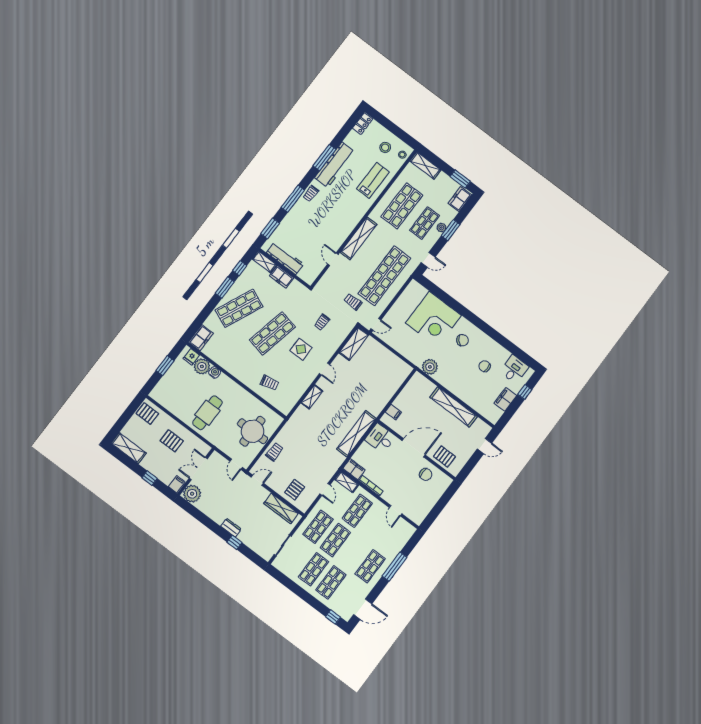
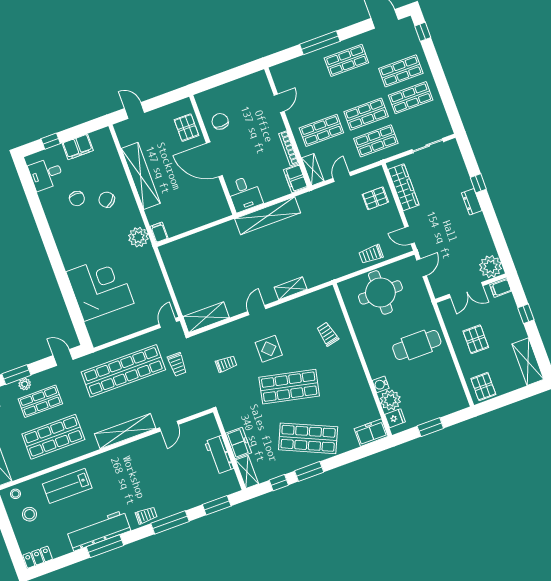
workbench: (285, 258) -> (219, 455), width x0.73
door: (376, 324) -> (168, 323), hinge flipped
chair: (462, 340) -> (107, 200), moved
filing cabinet: (393, 412) -> (159, 232), moved

